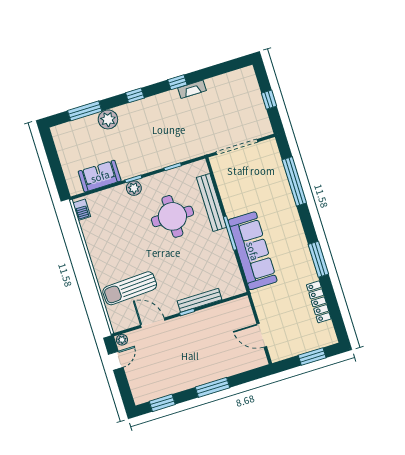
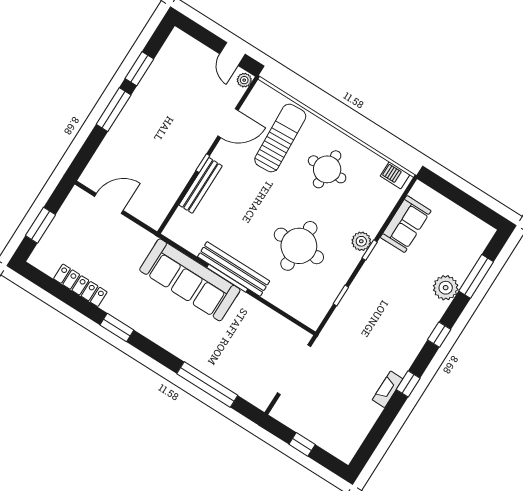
bench: (211, 202) -> (234, 269), moved
round table: (118, 247) -> (327, 169), added
window: (318, 259) -> (117, 327), width x0.69
window: (162, 403) -> (139, 69), moved

